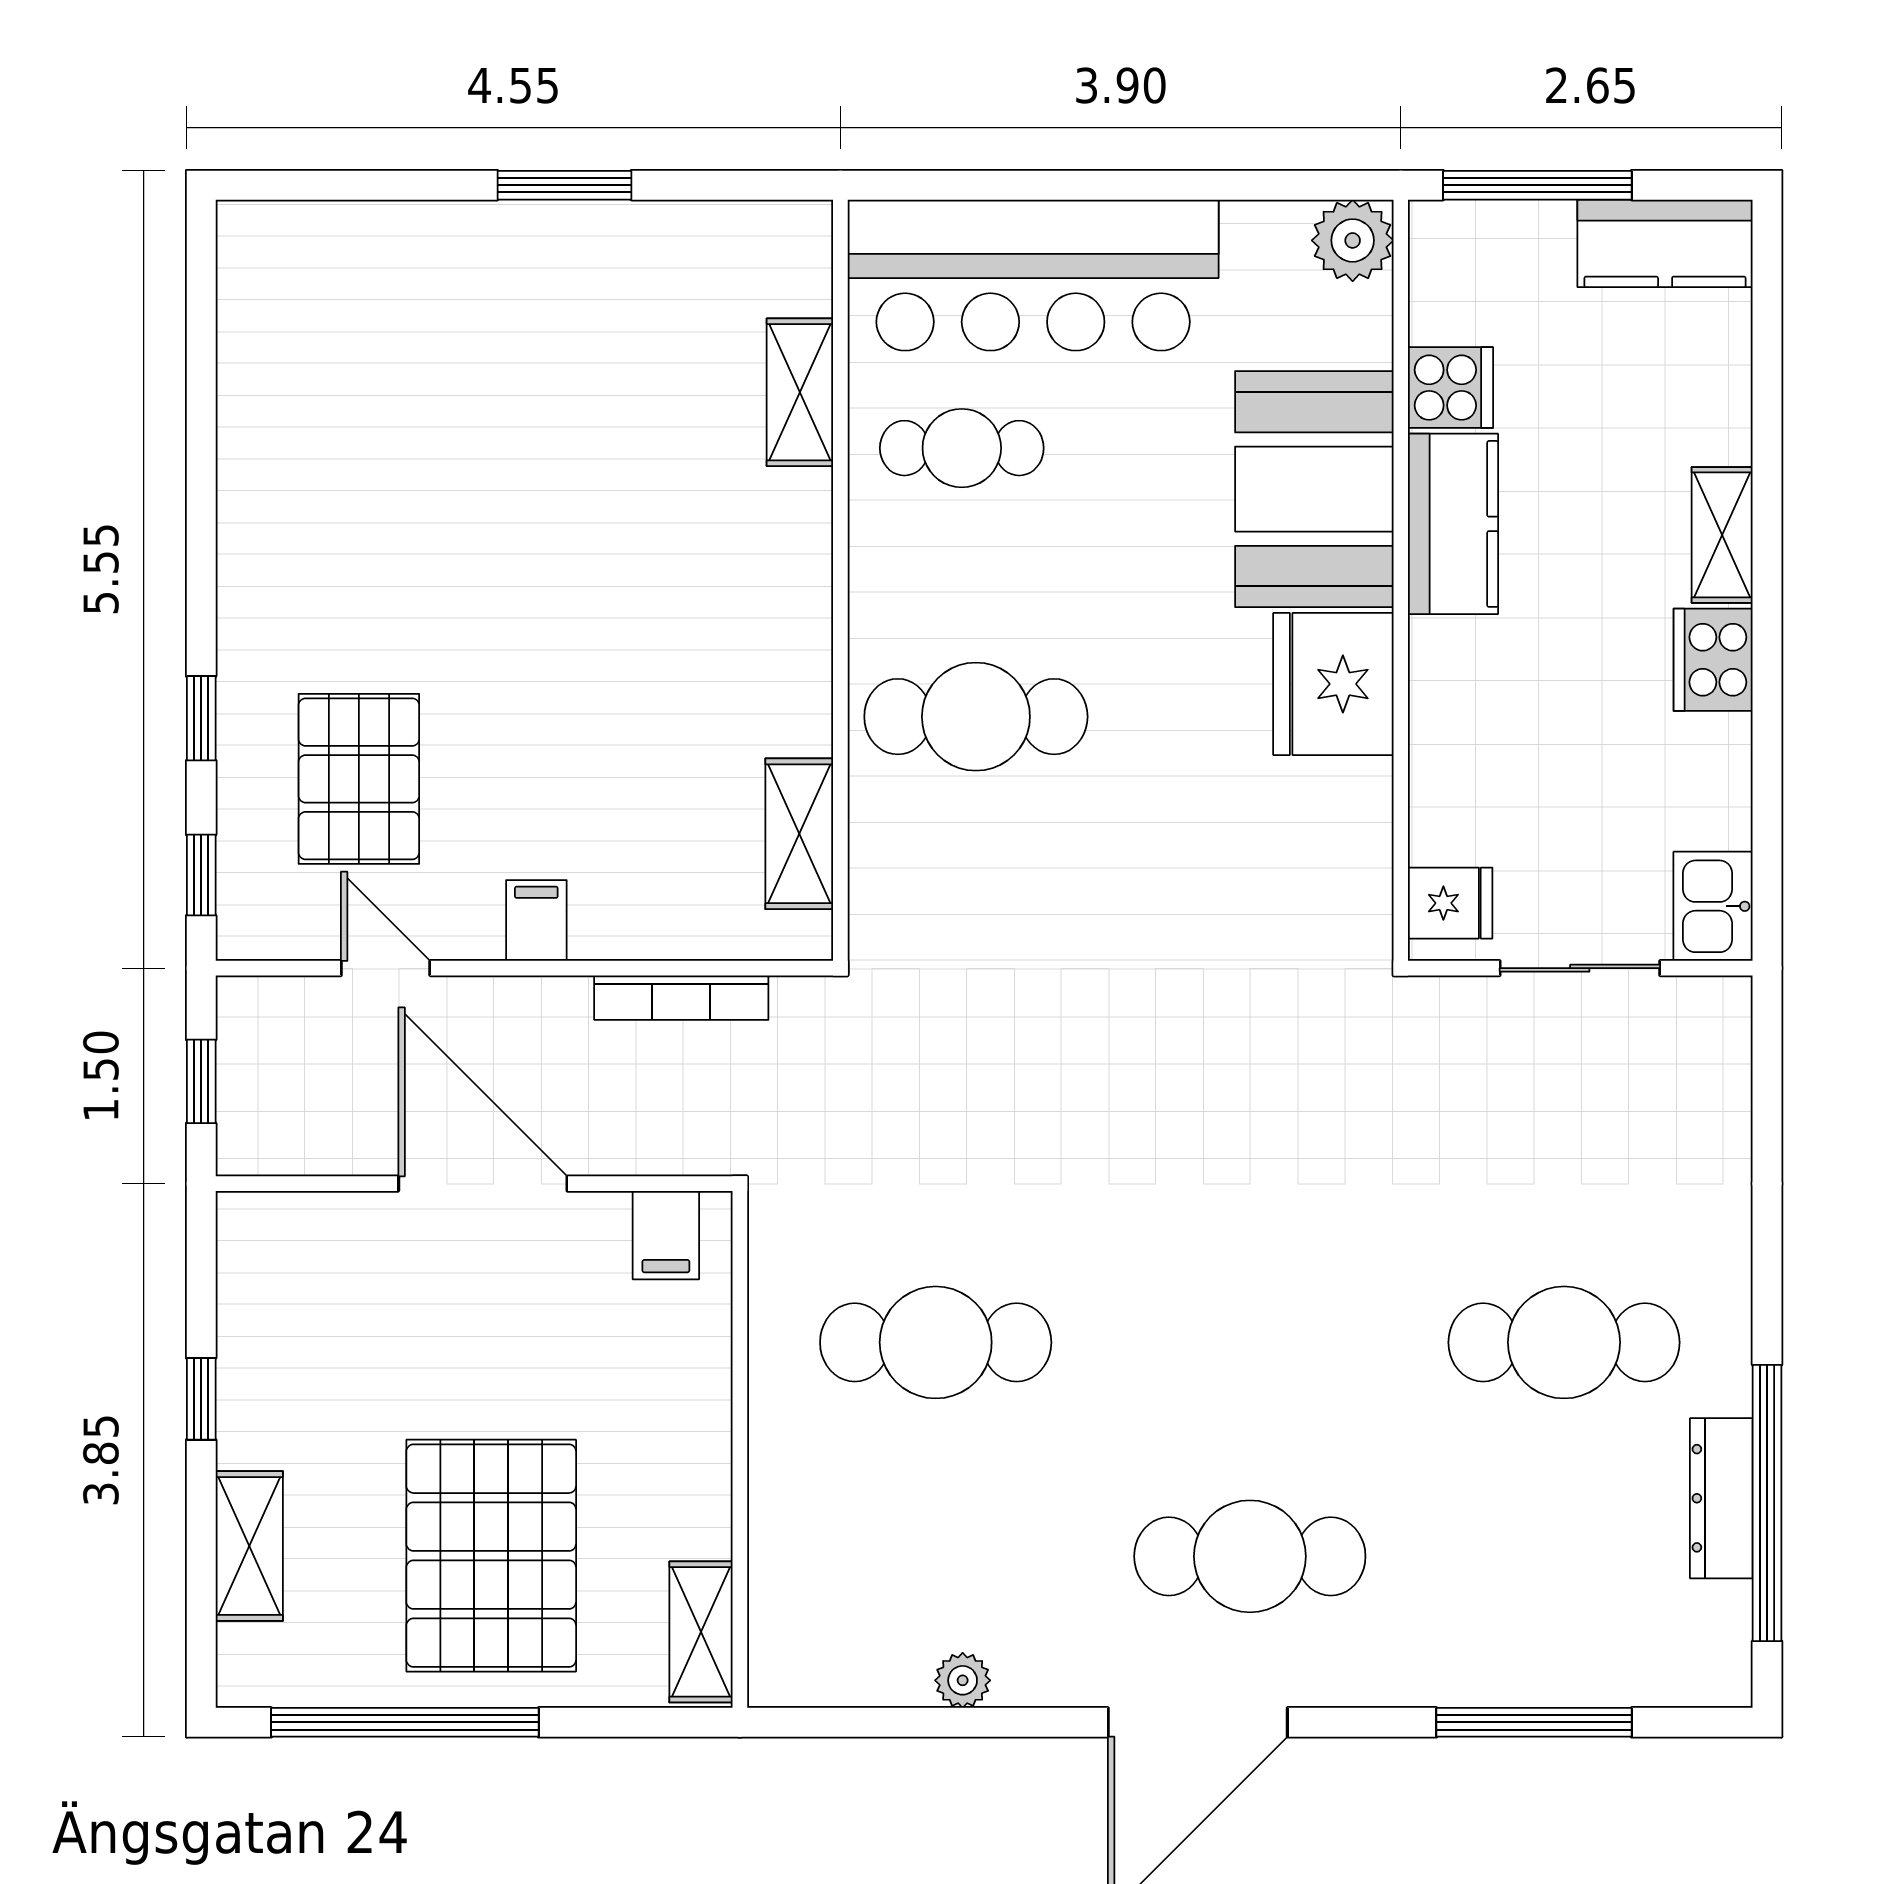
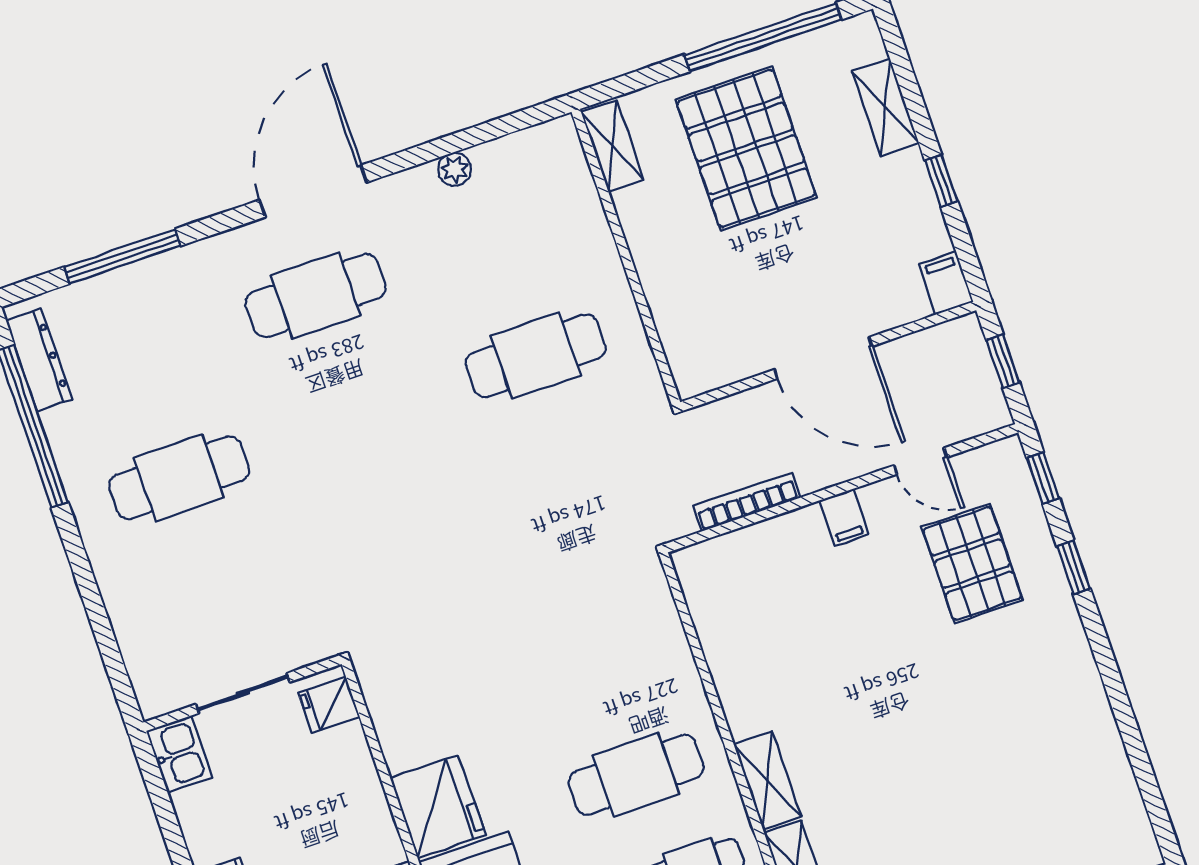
cafe table: (976, 717) -> (636, 775), moved
shelving: (799, 834) -> (767, 780), moved
filing cabinet: (666, 1235) -> (946, 283), moved
dresser: (1721, 1498) -> (39, 360), moved

